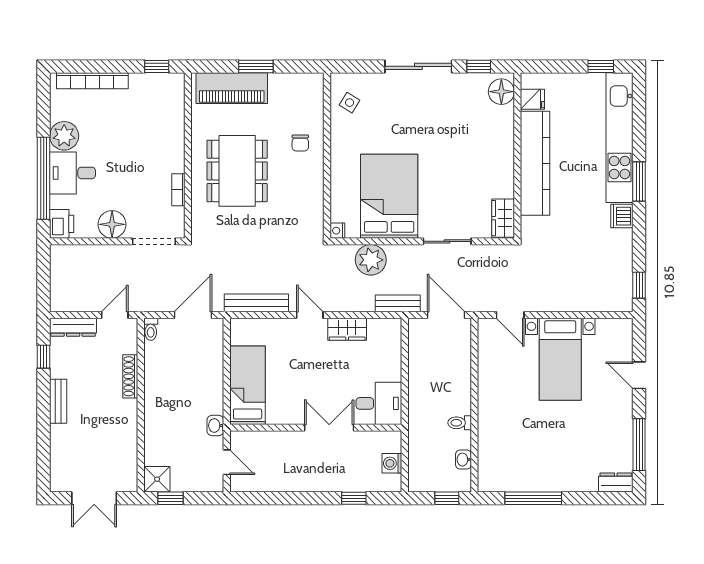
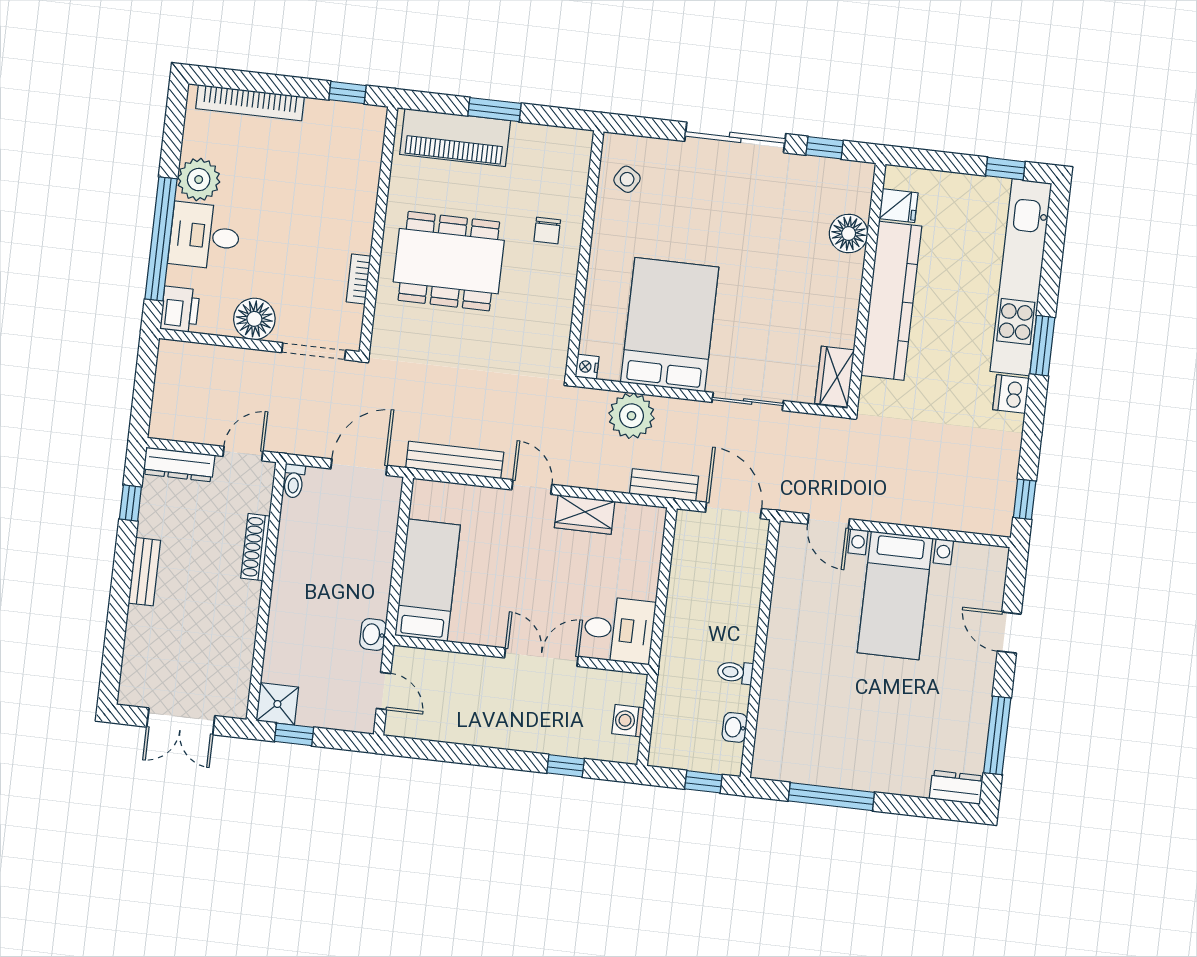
floor lamp: (501, 92) -> (849, 233), moved
dining table: (237, 171) -> (449, 261), turned 90

